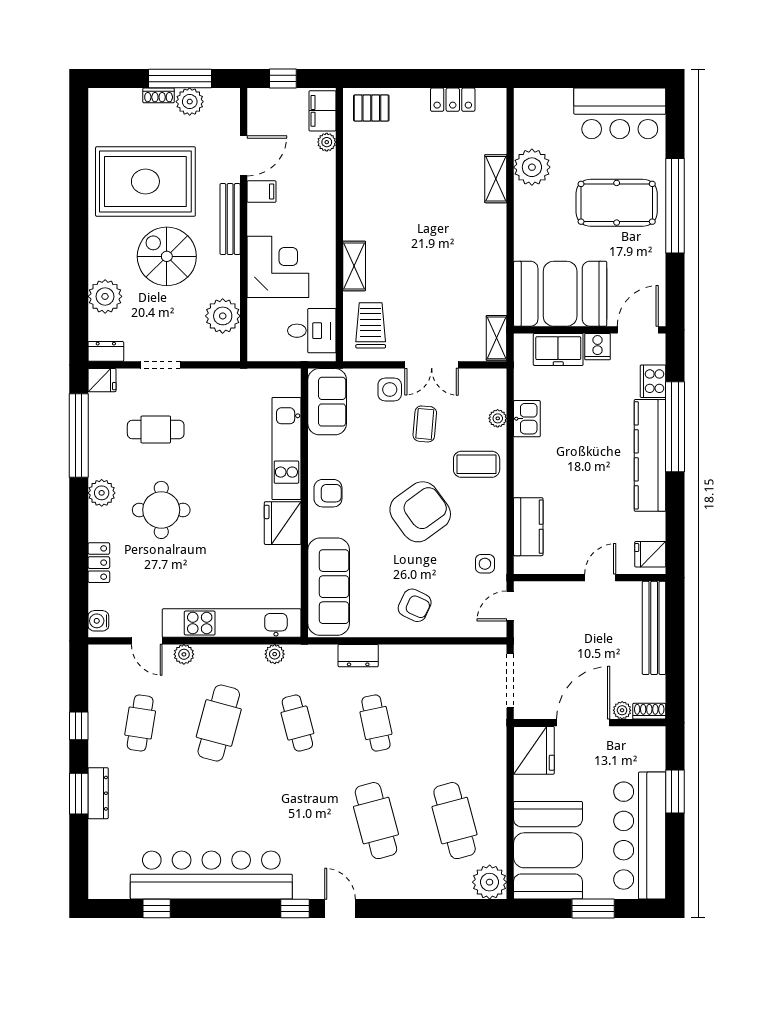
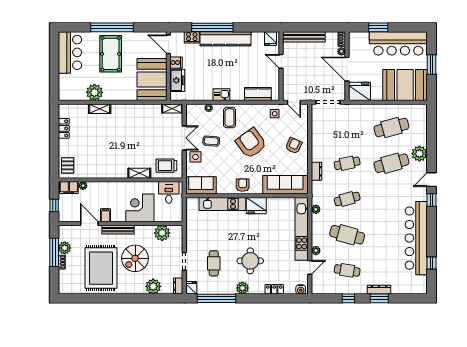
kitchen sink: (527, 419) -> (221, 95), moved
plant: (490, 882) -> (419, 154), moved

